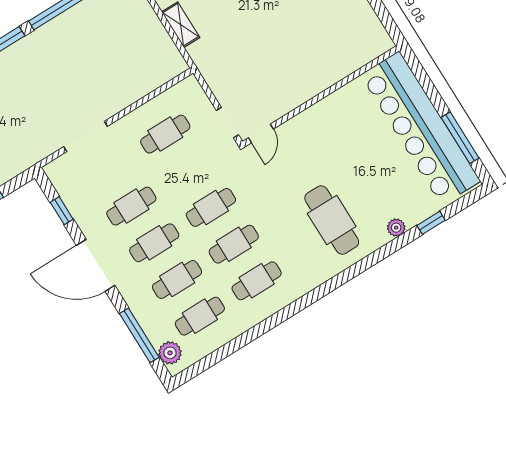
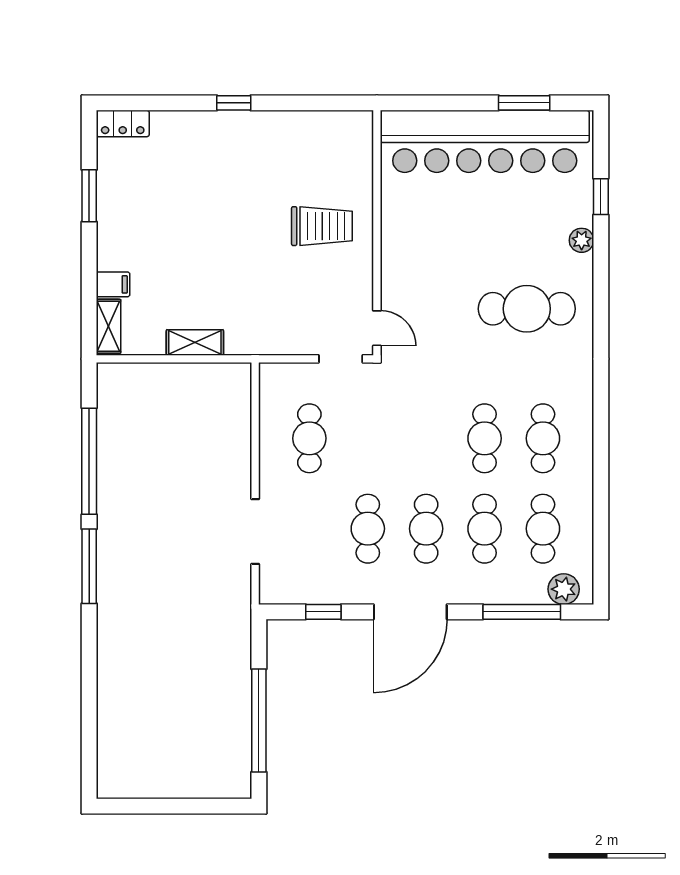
trolley: (304, 59) -> (322, 226), added
window: (460, 138) -> (524, 103), width x0.69
cafe table: (211, 207) -> (426, 438), removed

